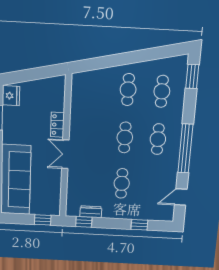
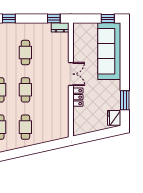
dresser: (91, 212) -> (60, 27), moved
window: (43, 220) -> (108, 18), moved

